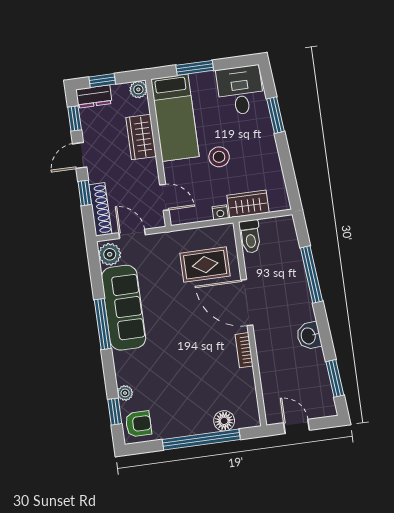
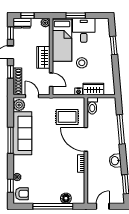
desk: (240, 90) -> (84, 30), moved
wardrobe: (141, 137) -> (43, 57), moved
door: (297, 426) -> (103, 206), hinge flipped

